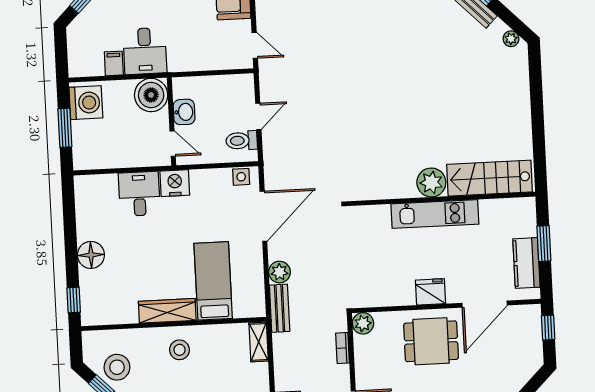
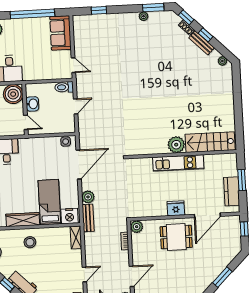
toilet: (242, 141) -> (64, 87), moved
nightstand: (175, 183) -> (70, 216), moved, turned 180

